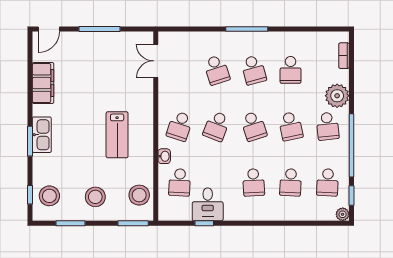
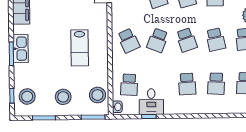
school desk: (180, 126) -> (129, 41), turned -42
washbasin: (164, 156) -> (117, 107), moved

